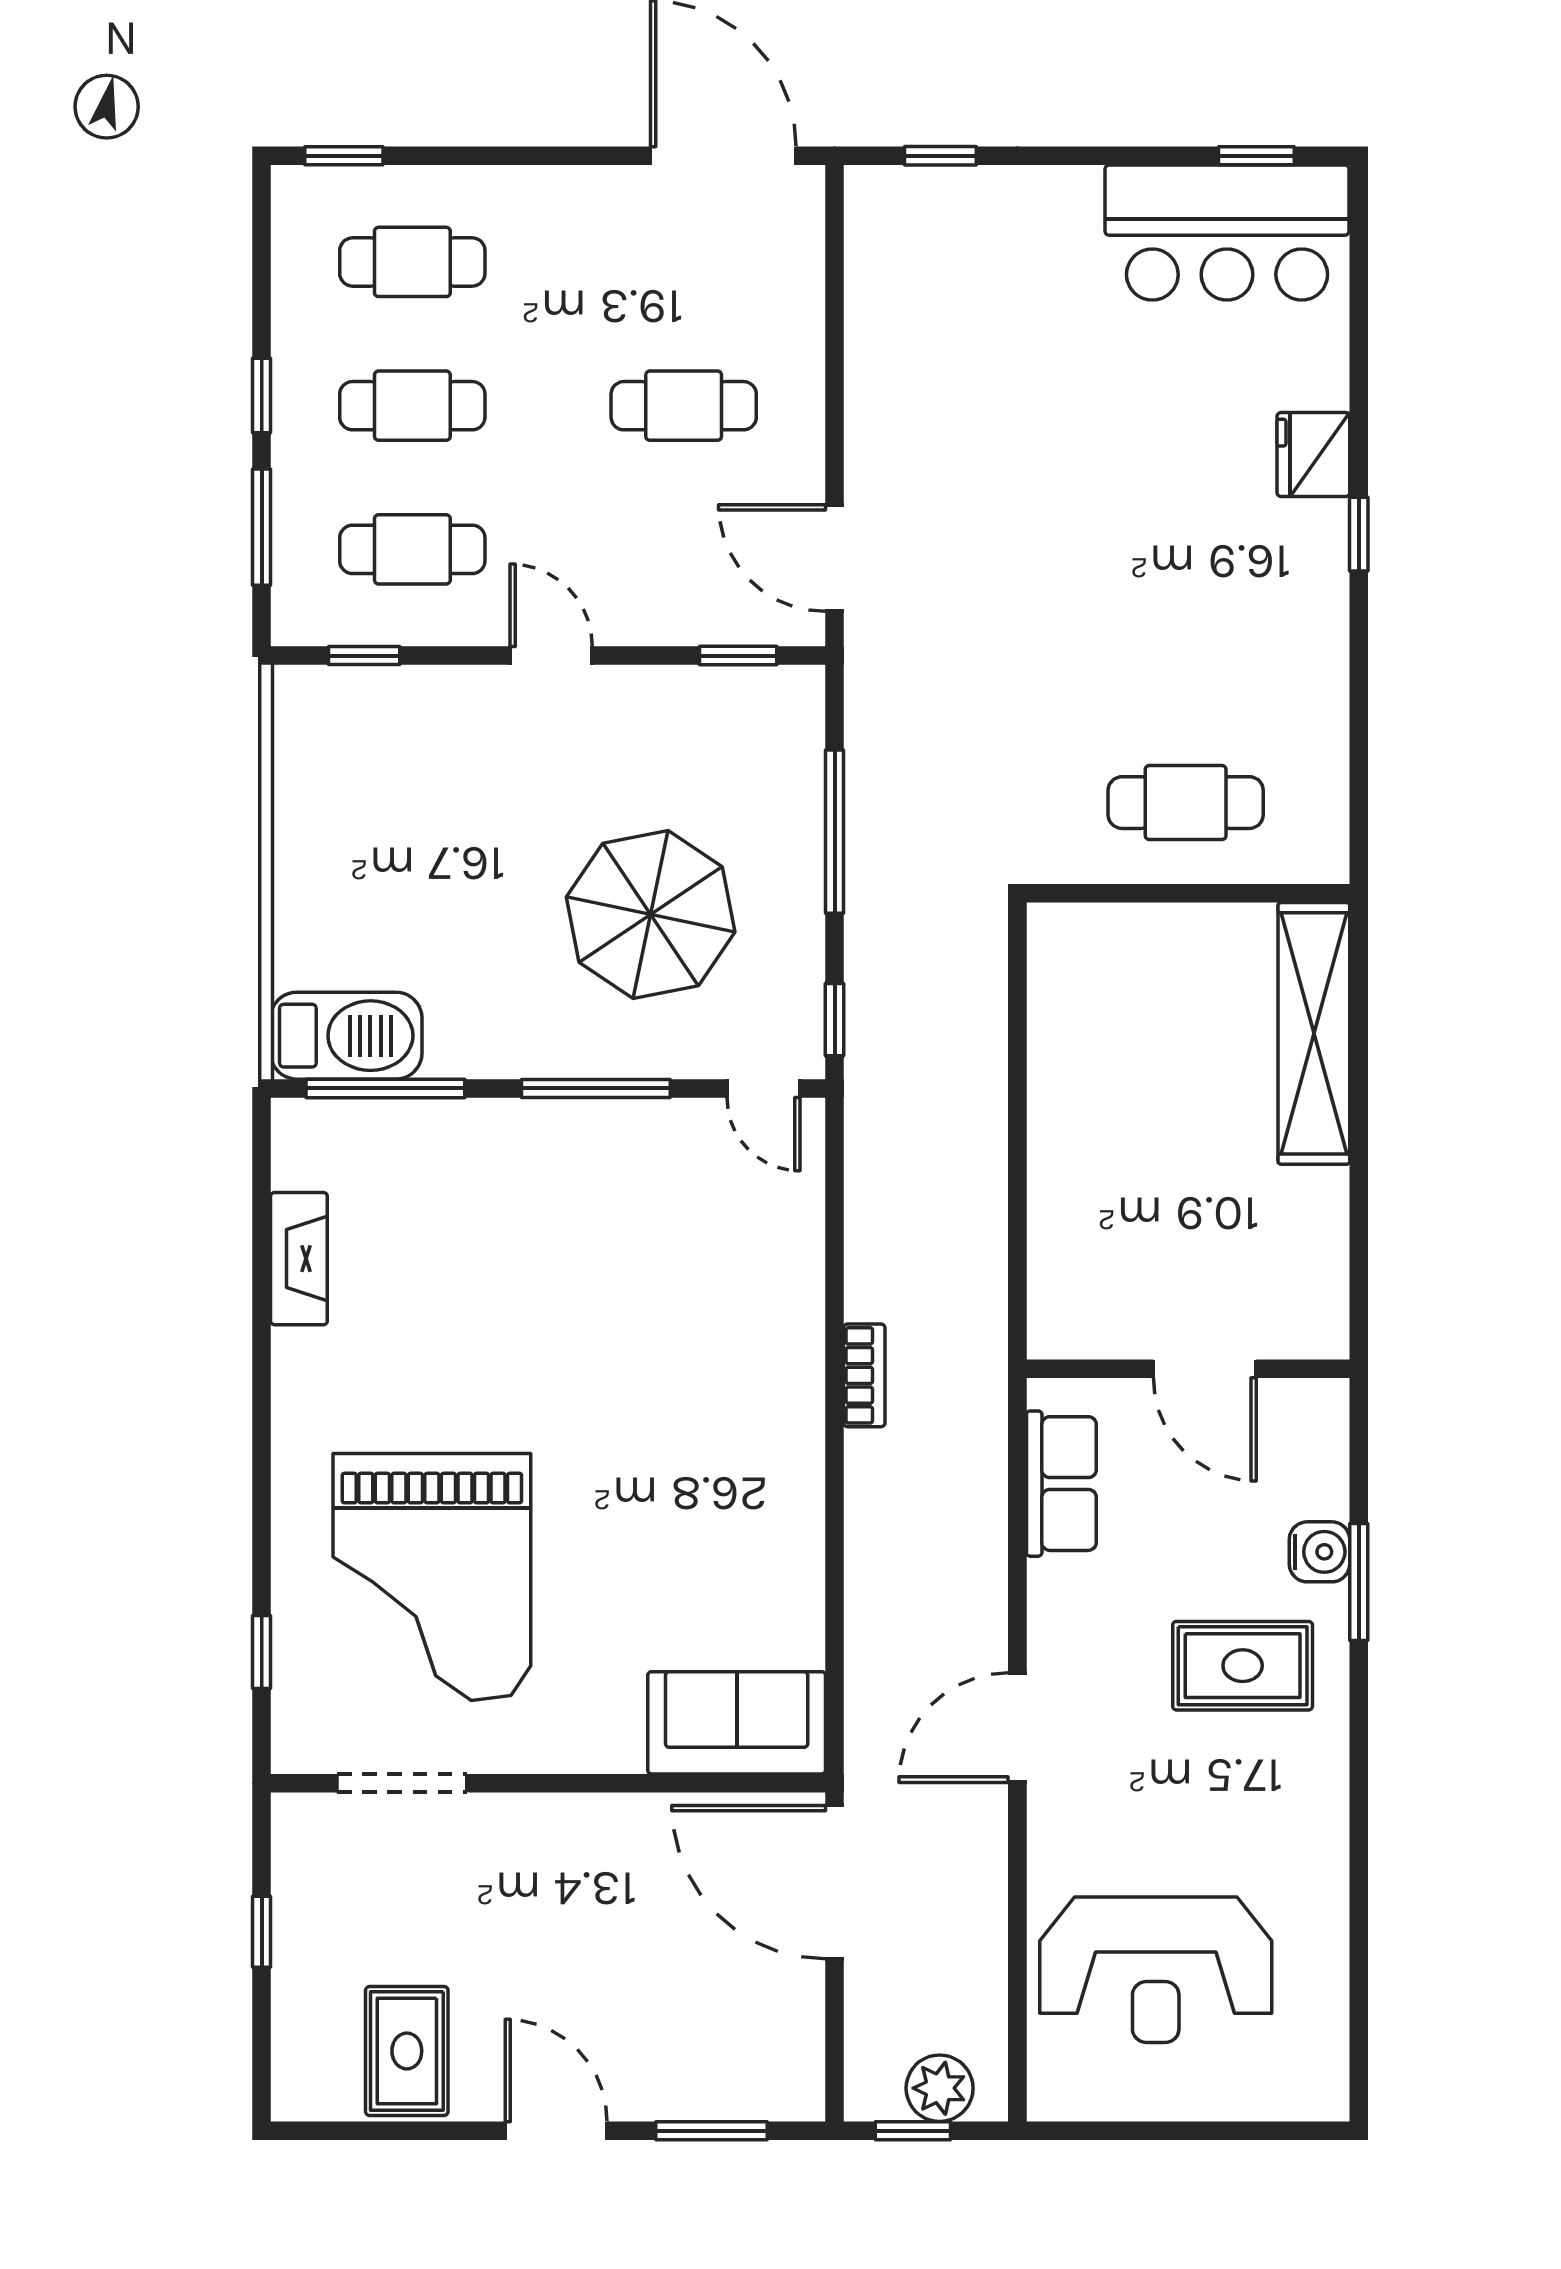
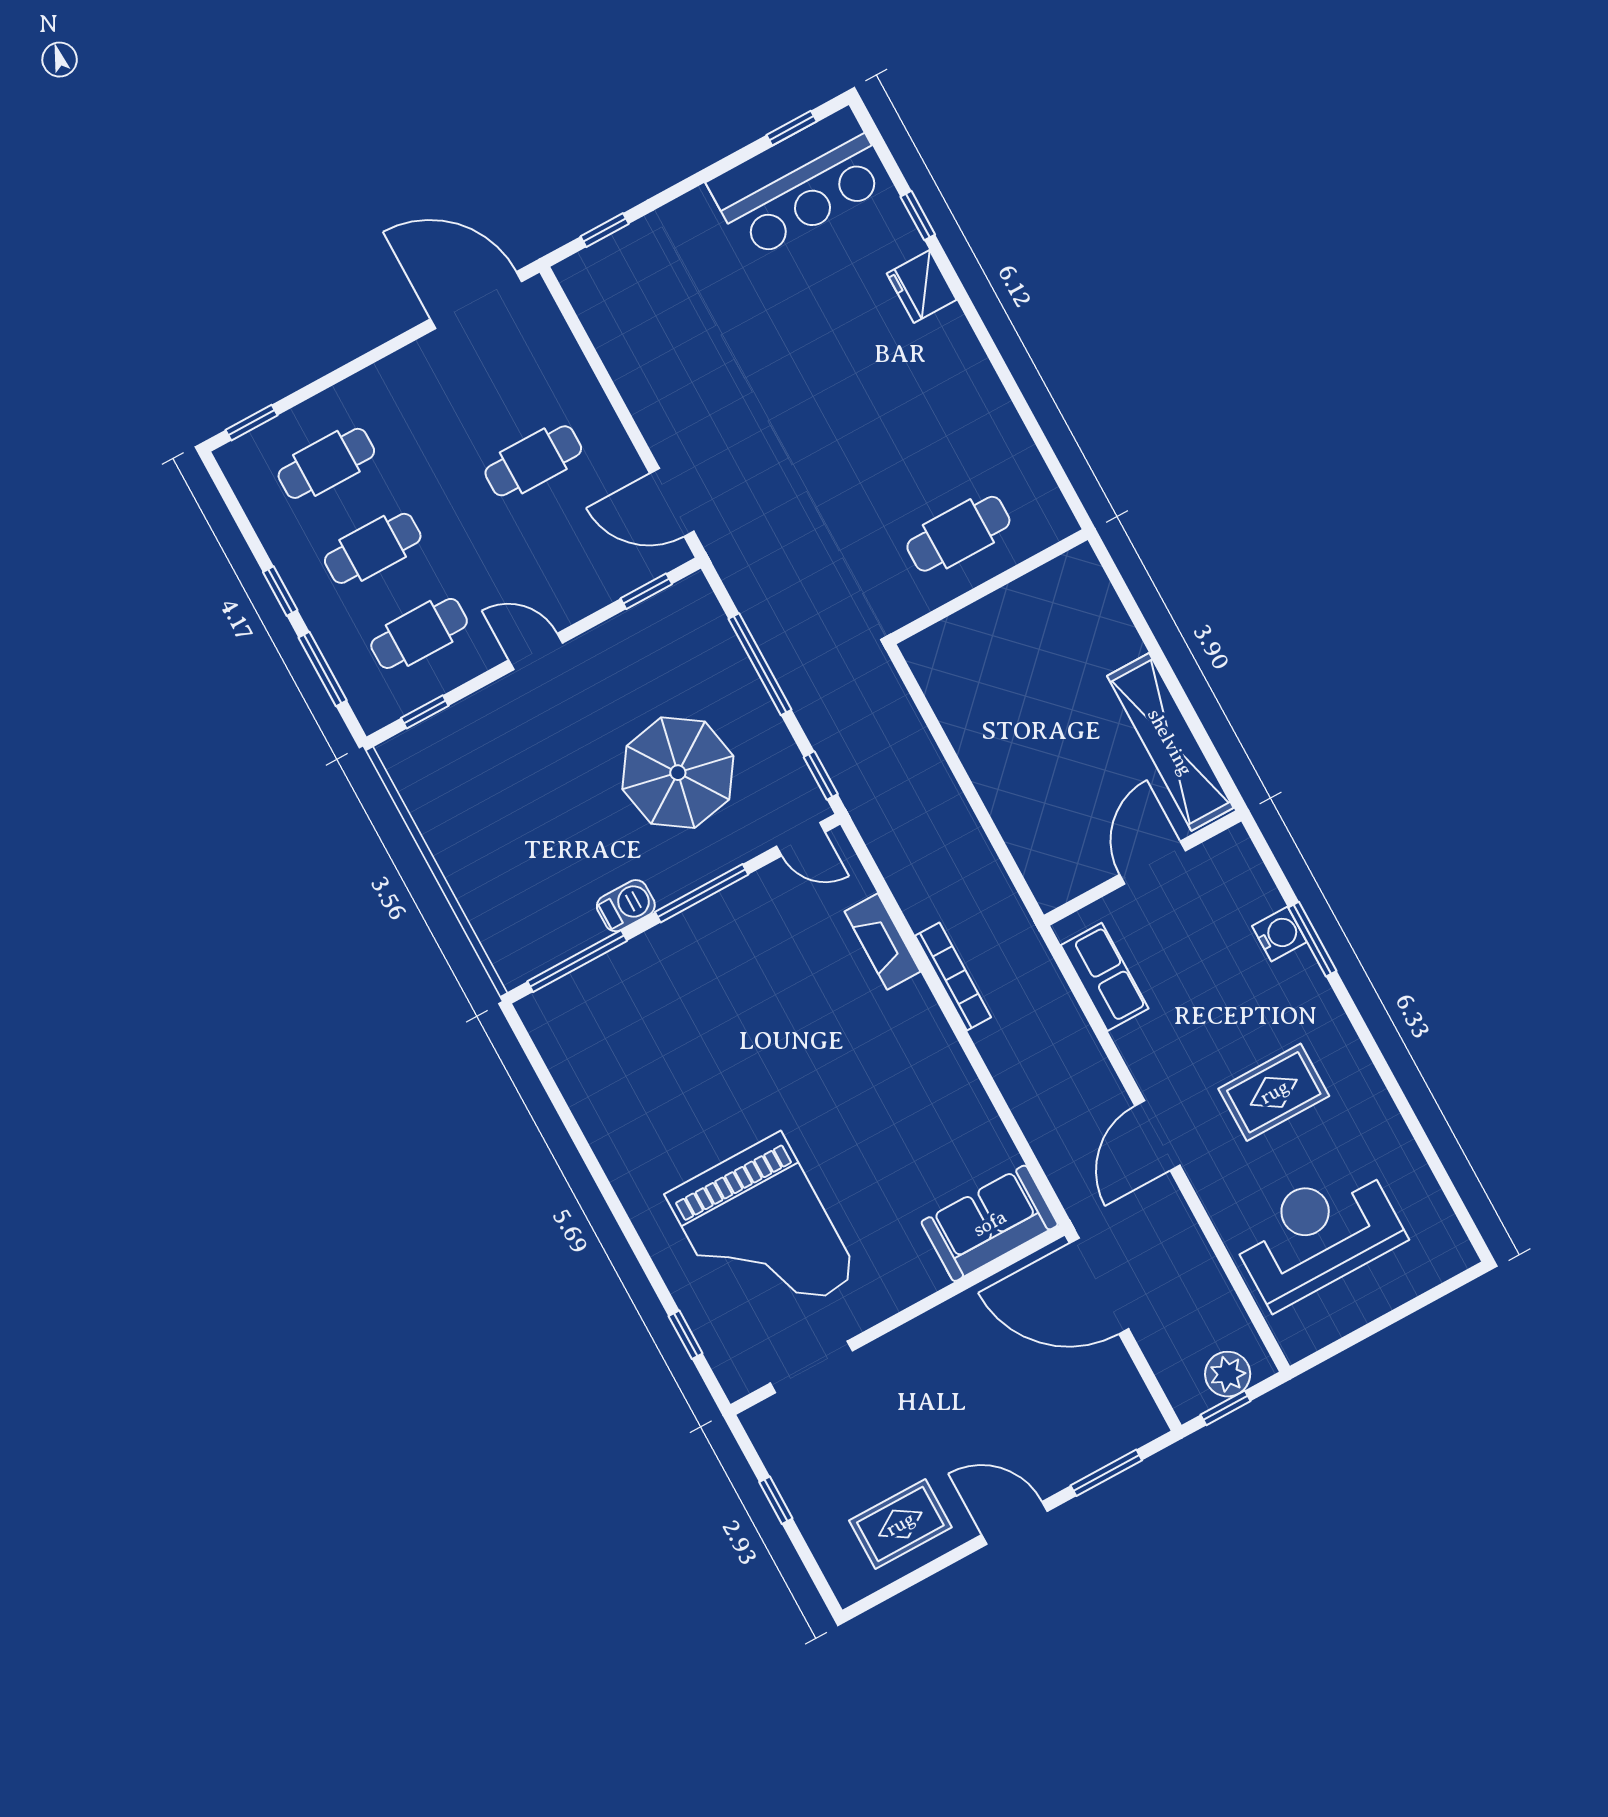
window: (1359, 534) -> (918, 216), moved
shelving: (1314, 1033) -> (1170, 742), moved
barbecue: (346, 1036) -> (626, 906), moved, width x0.53, depth x0.65
fireplace: (299, 1259) -> (882, 941), moved, turned 180
door: (1205, 1369) -> (1152, 863), swing flipped
bookcase: (864, 1375) -> (953, 976), width x1.56
rug: (1243, 1666) -> (1274, 1092), moved
reception desk: (1156, 1970) -> (1317, 1234), turned 180
rug: (407, 2051) -> (900, 1524), turned 90

